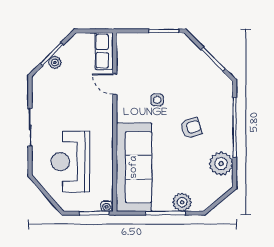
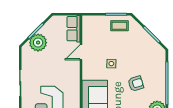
coffee table: (168, 47) -> (119, 26), added
plant: (55, 62) -> (38, 43), width x1.87, depth x1.87
door: (115, 84) -> (81, 52), hinge flipped

